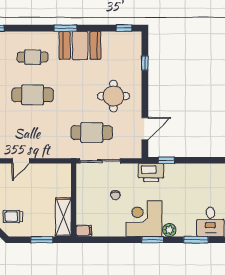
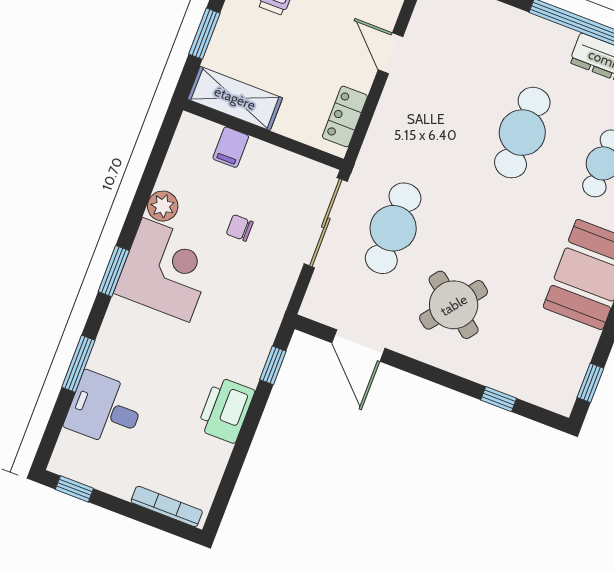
round table: (113, 96) -> (454, 305), turned 38
locker: (54, 170) -> (345, 117), added
printer: (151, 173) -> (226, 410), moved
plant: (169, 230) -> (163, 206), moved
filing cabinet: (84, 231) -> (231, 147), moved

